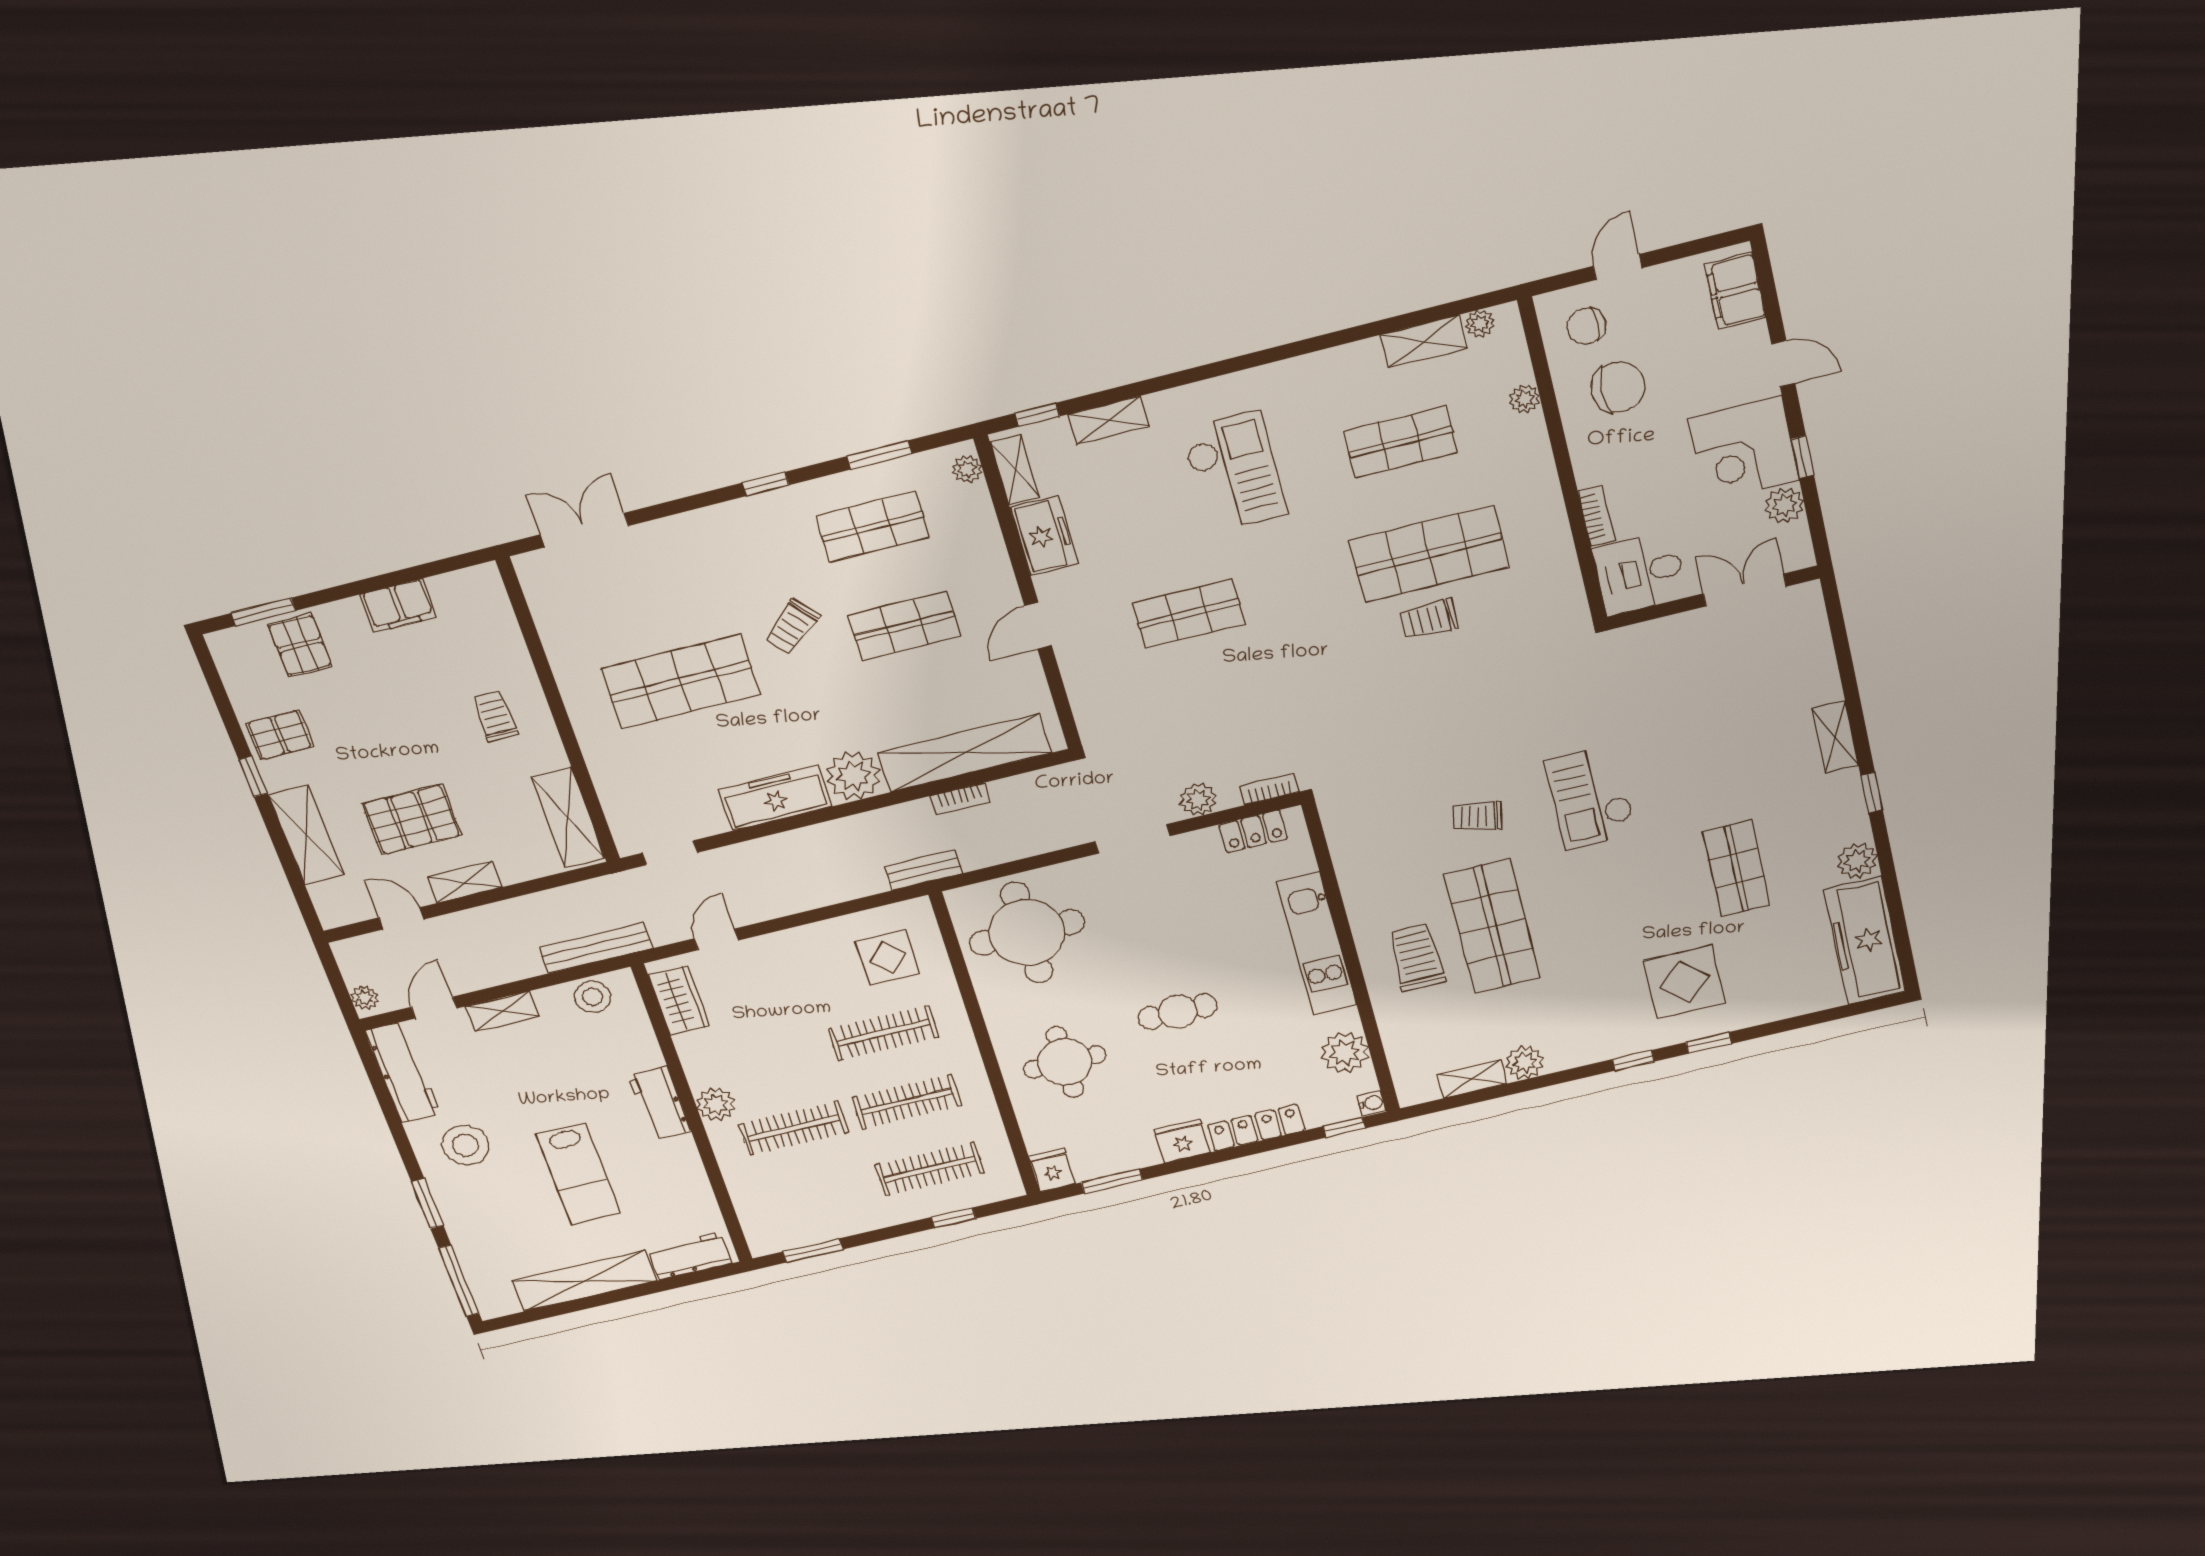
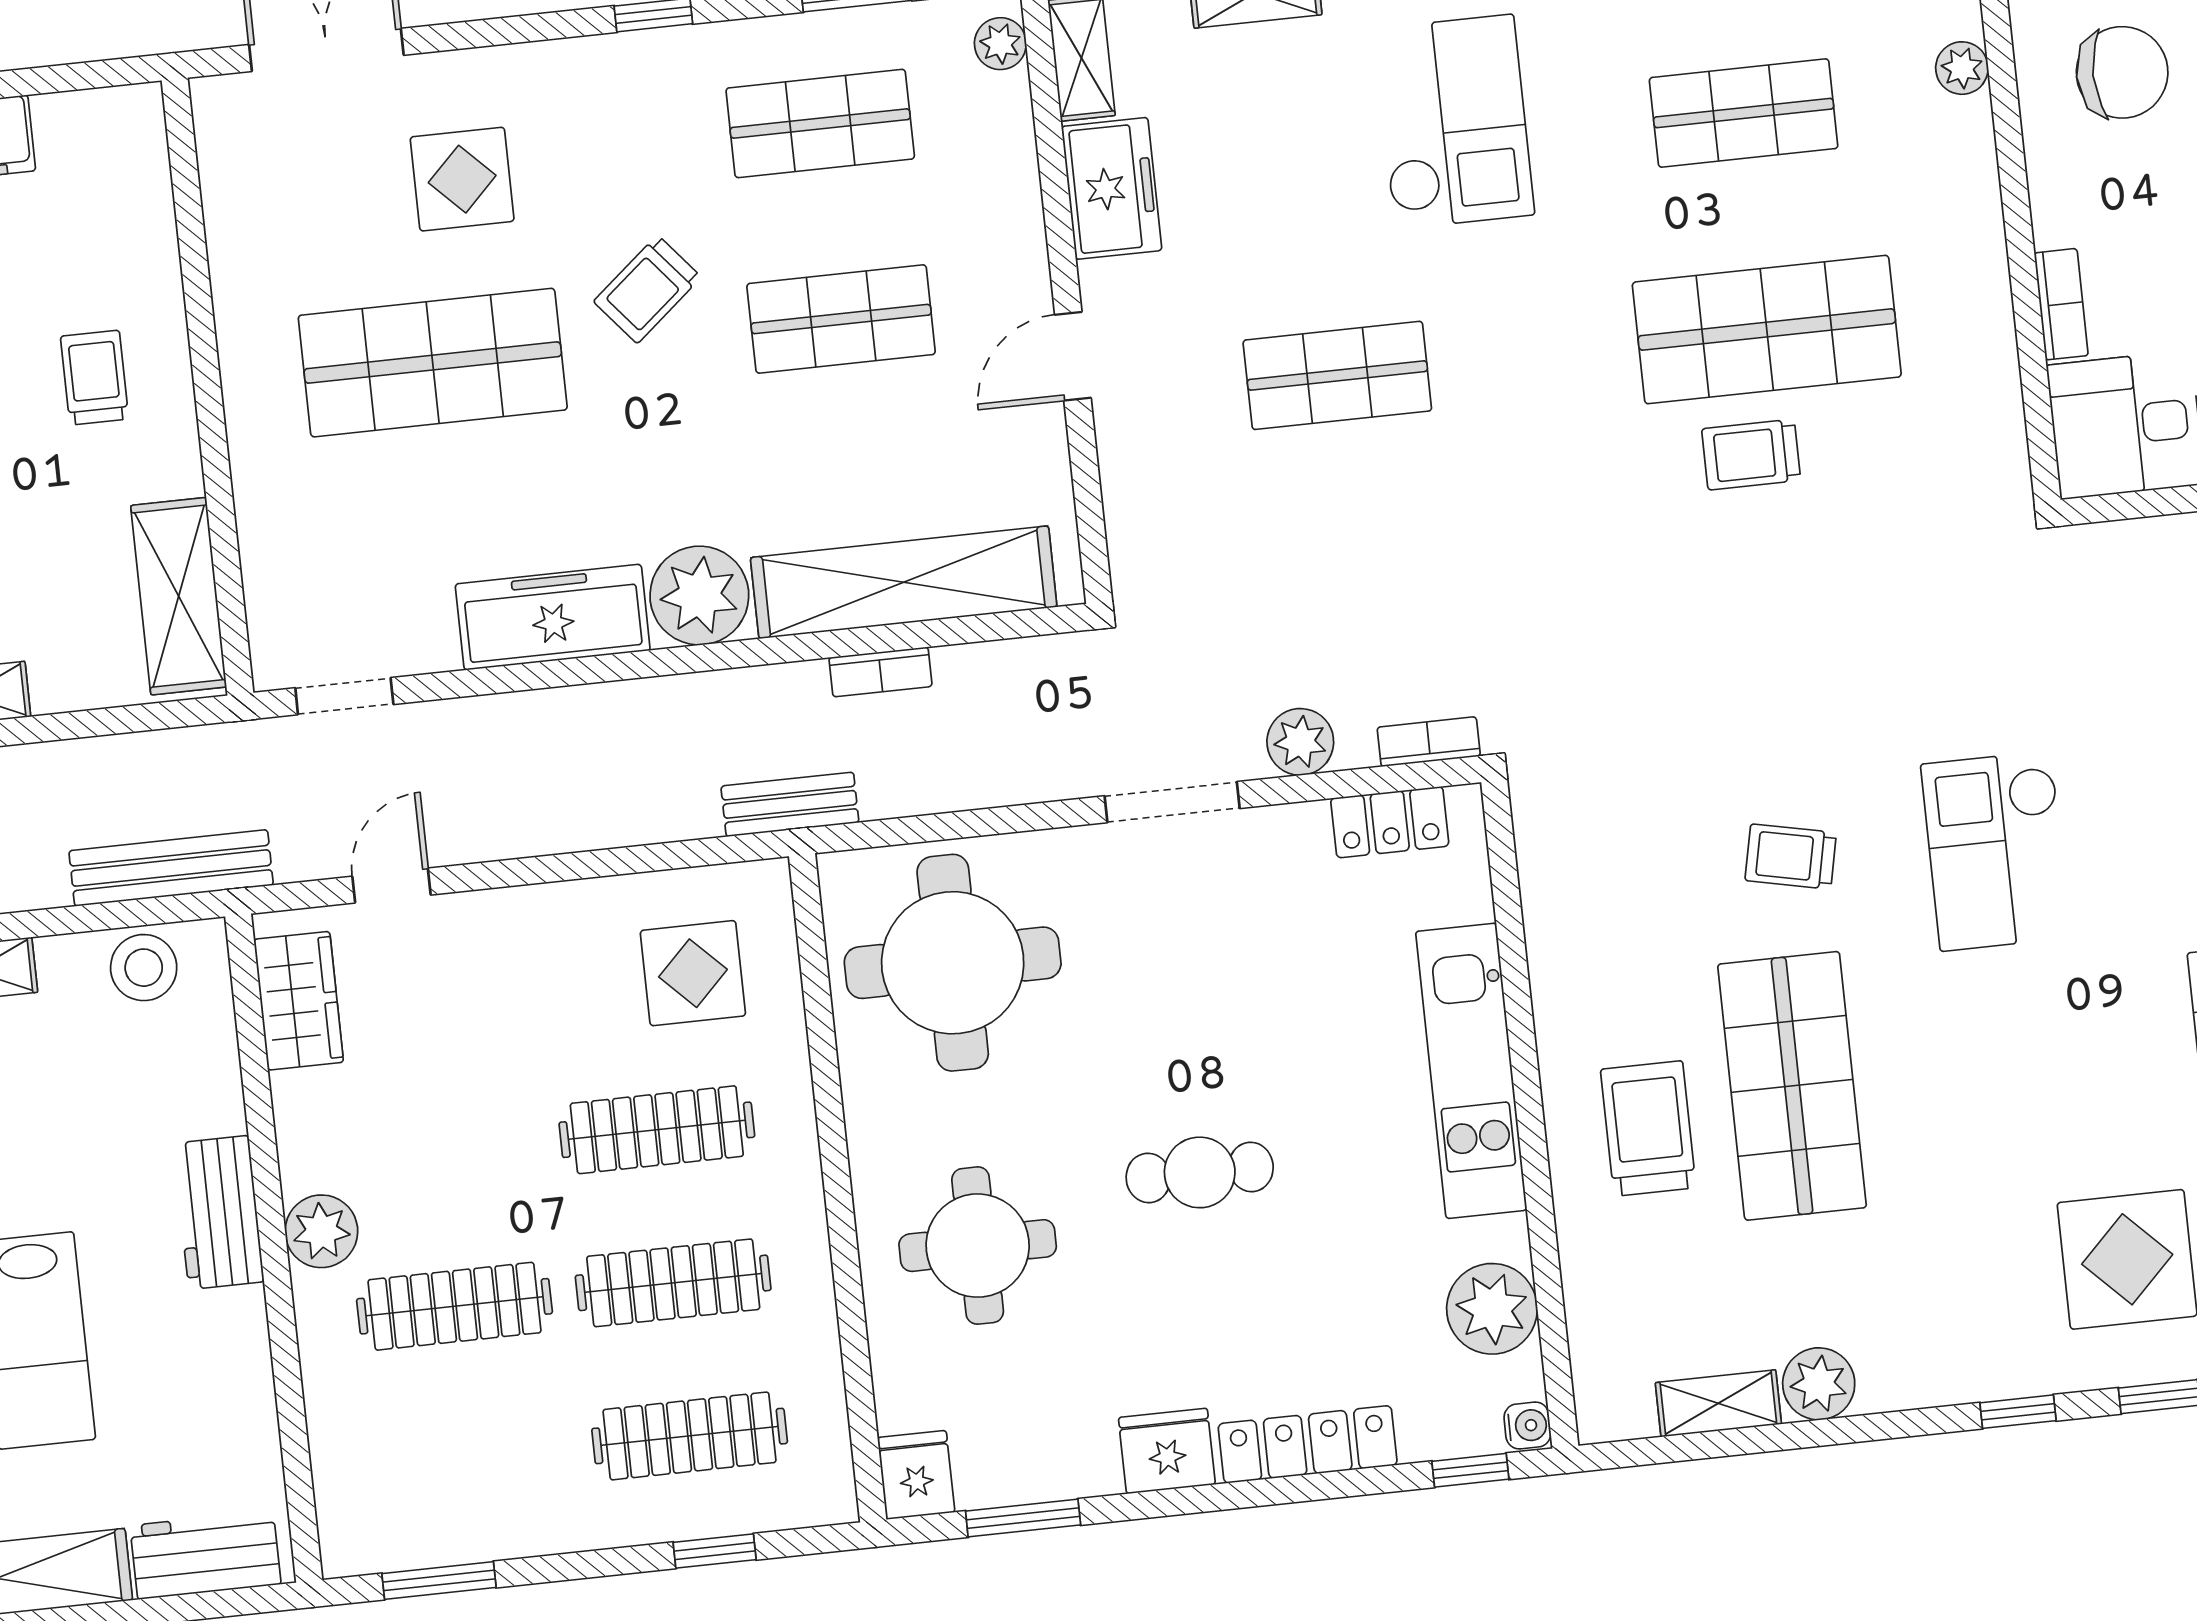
display table: (676, 586) -> (462, 179), added

